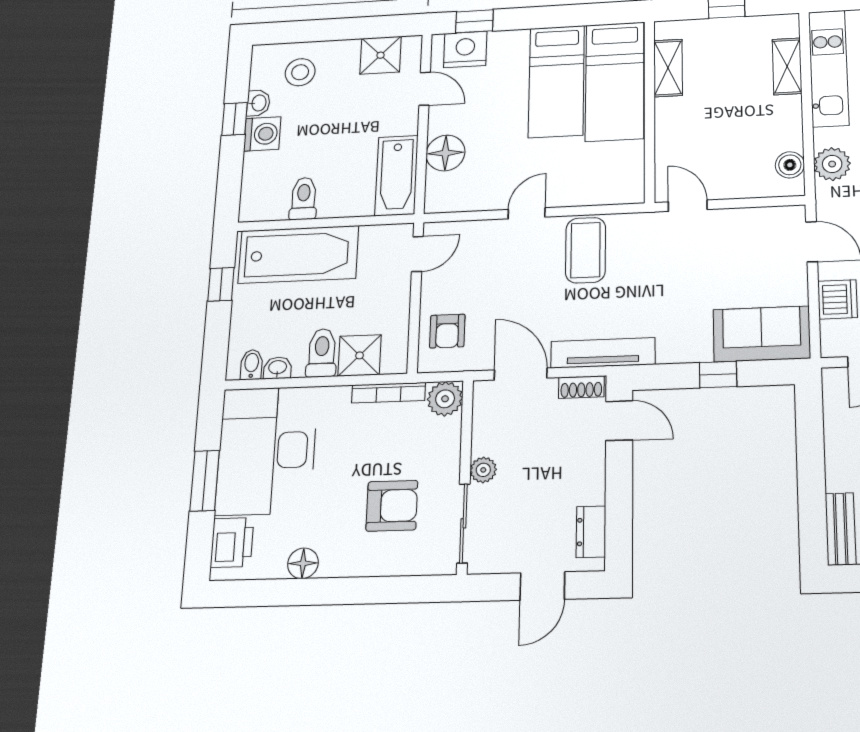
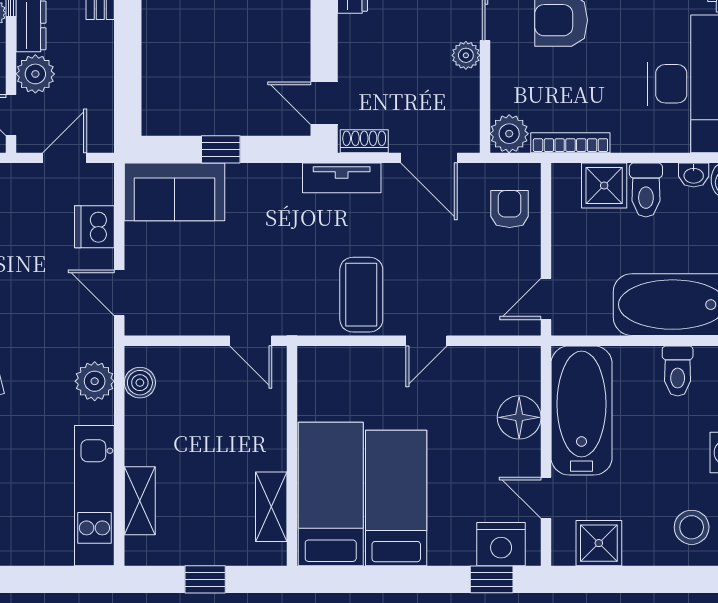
bathtub: (397, 175) -> (582, 410), width x1.36, depth x1.36
tv unit: (603, 353) -> (342, 178), width x0.71

